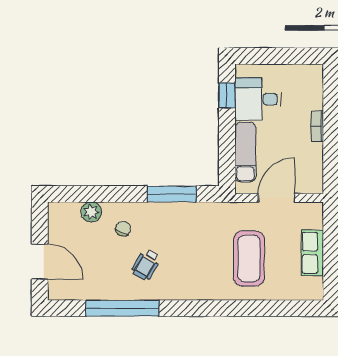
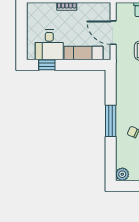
window: (172, 194) -> (111, 121), moved
plant: (91, 212) -> (122, 174), moved

